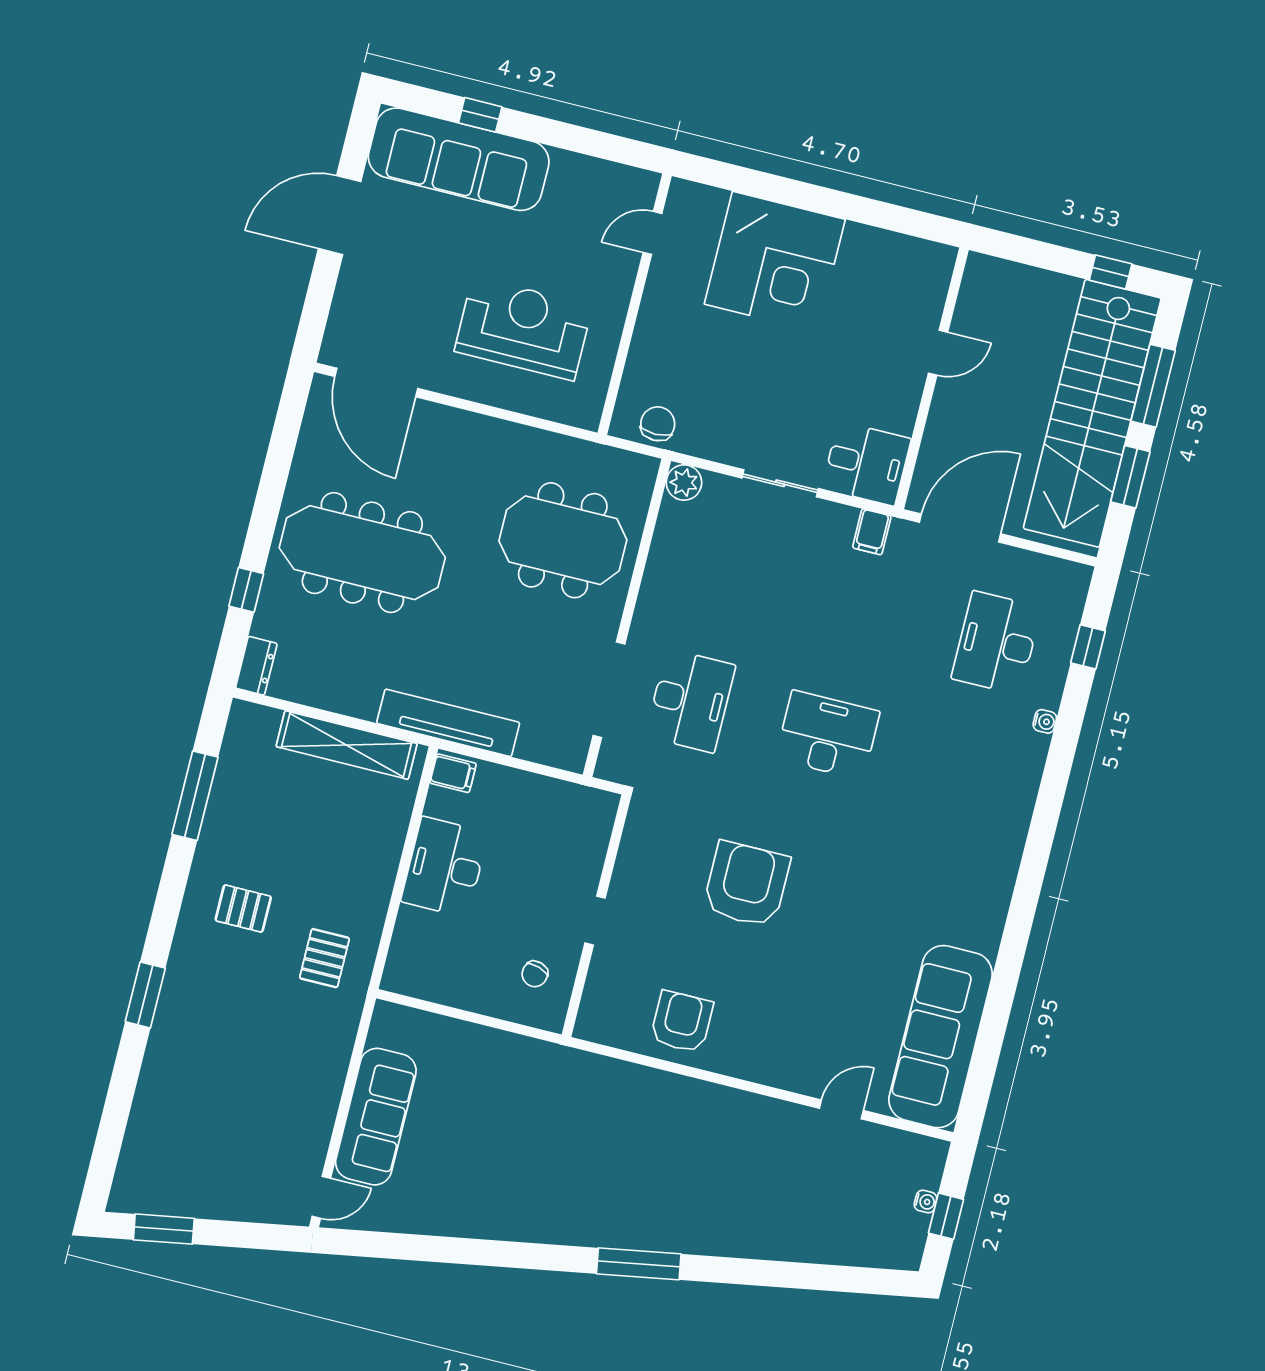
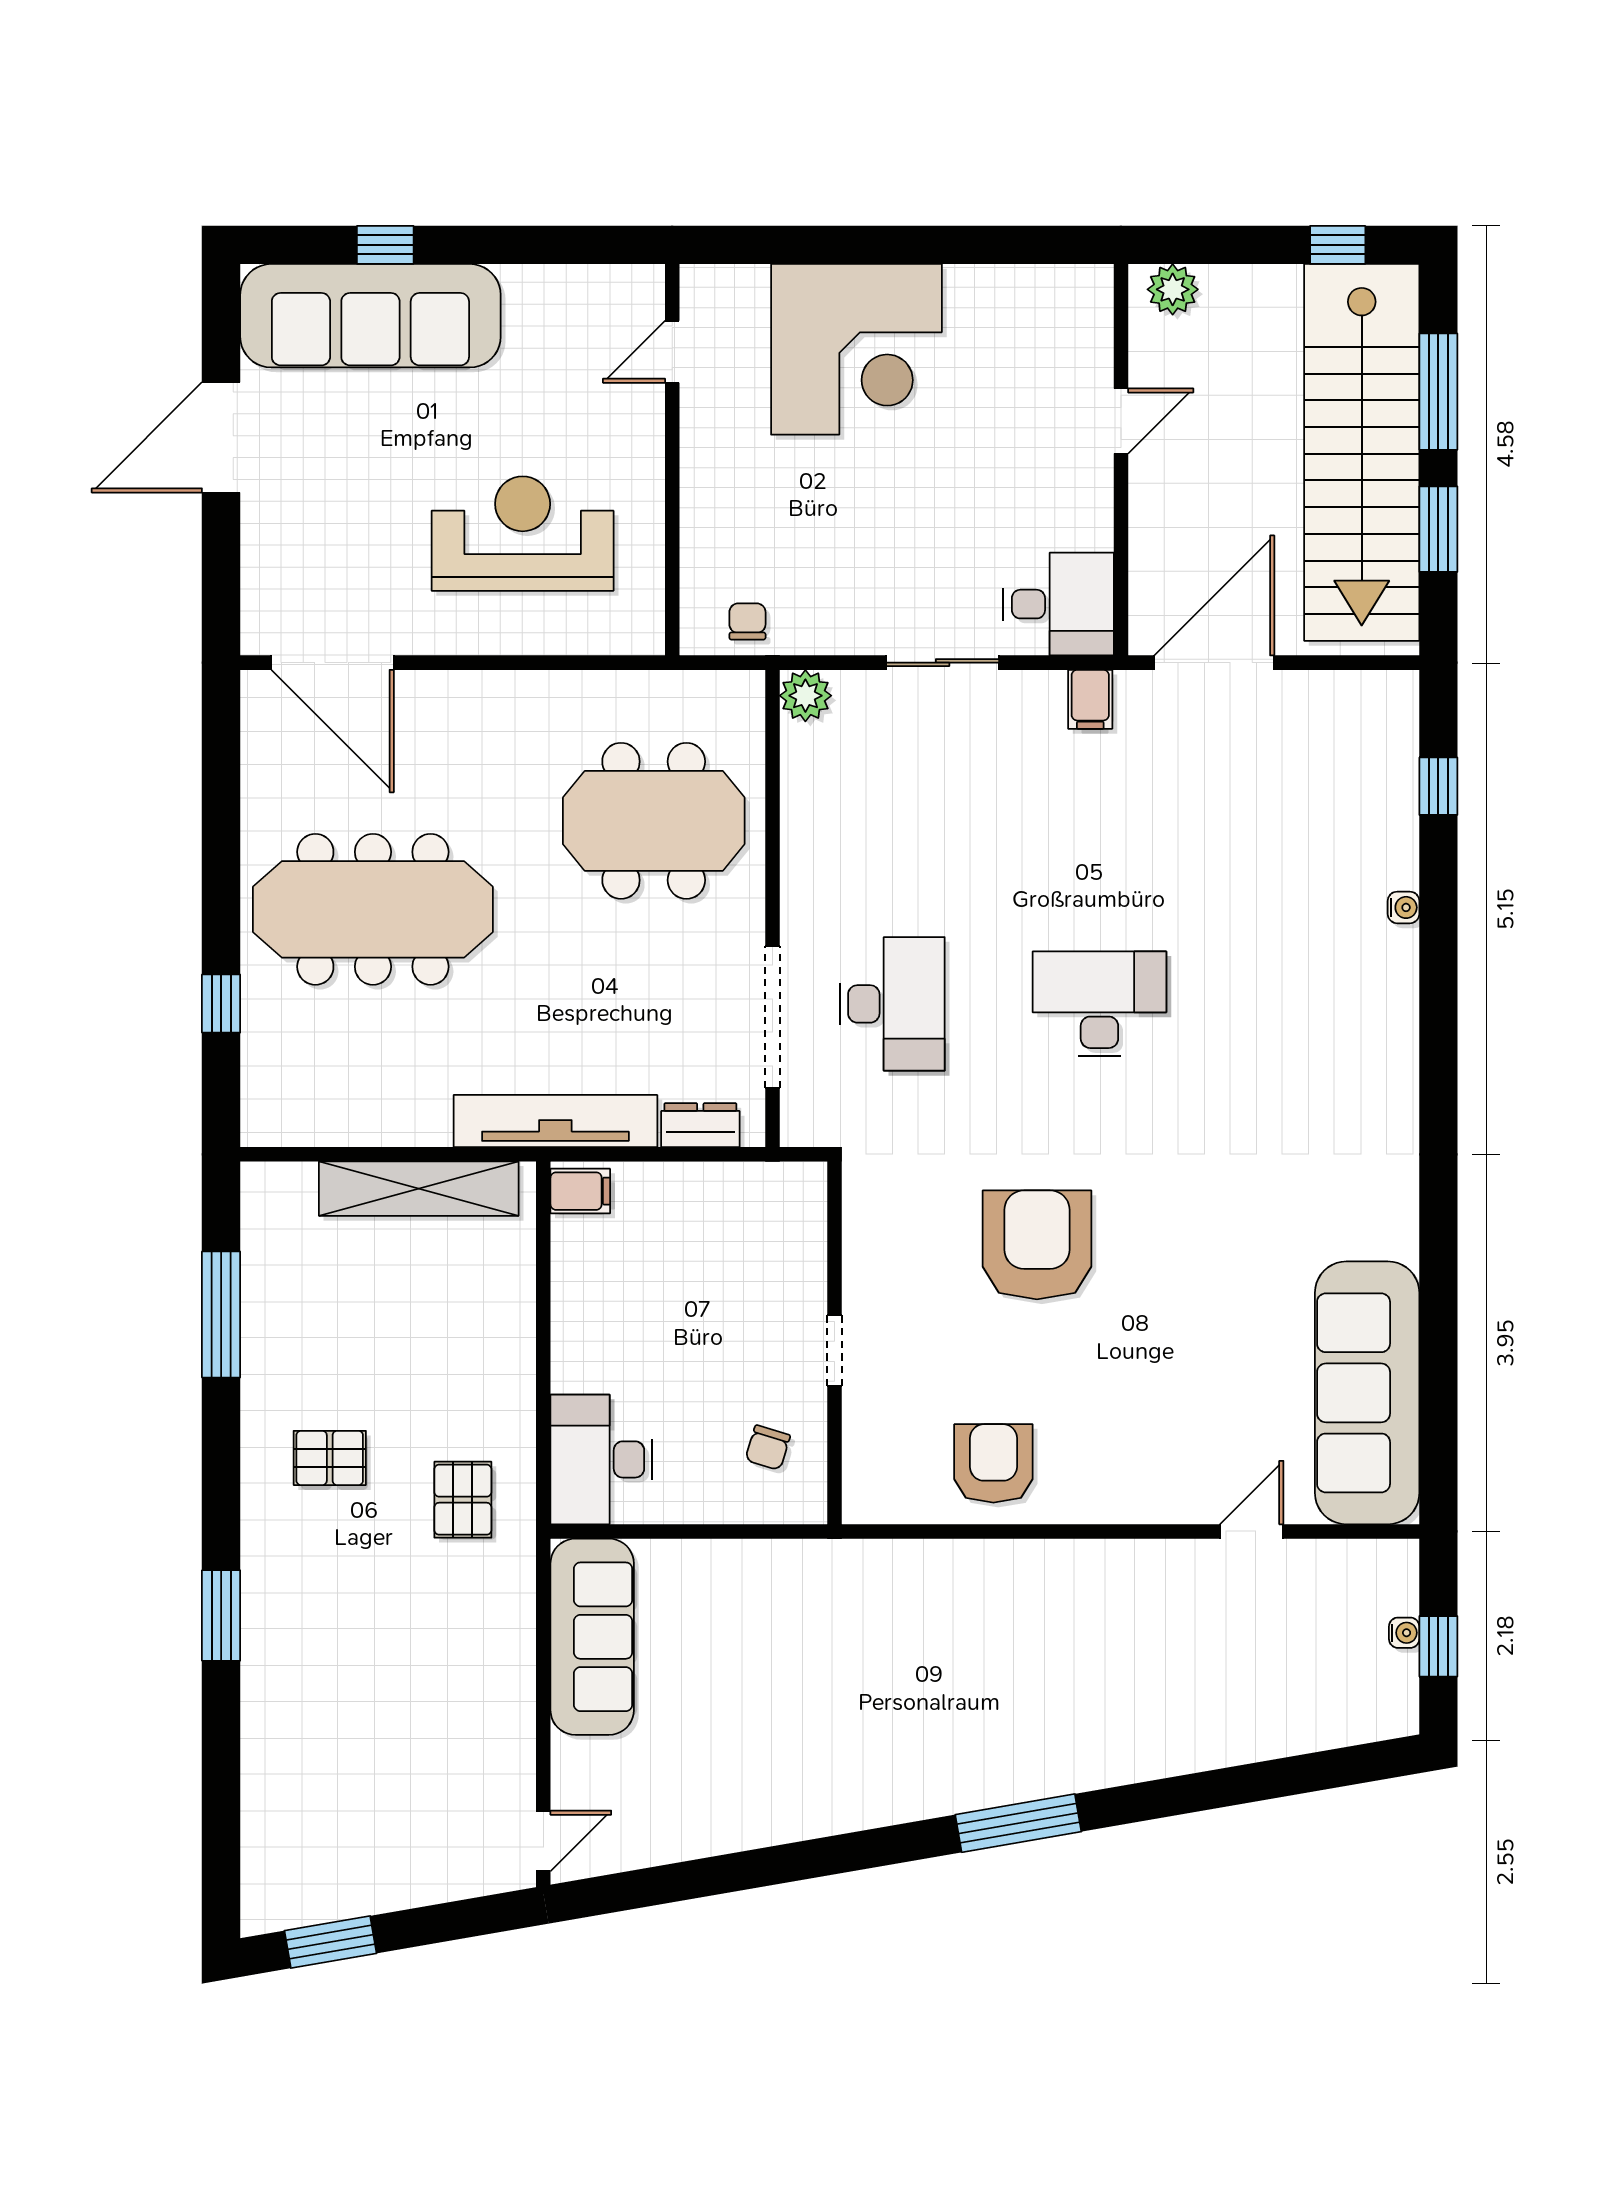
plant: (994, 274) -> (1173, 289), added
chair: (658, 424) -> (747, 621), width x0.73, depth x0.73
desk: (996, 643) -> (1307, 813), removed
dresser: (256, 666) -> (700, 1125), moved, turned -90
desk: (445, 867) -> (601, 1459), moved
sofa: (376, 1117) -> (592, 1637), moved

